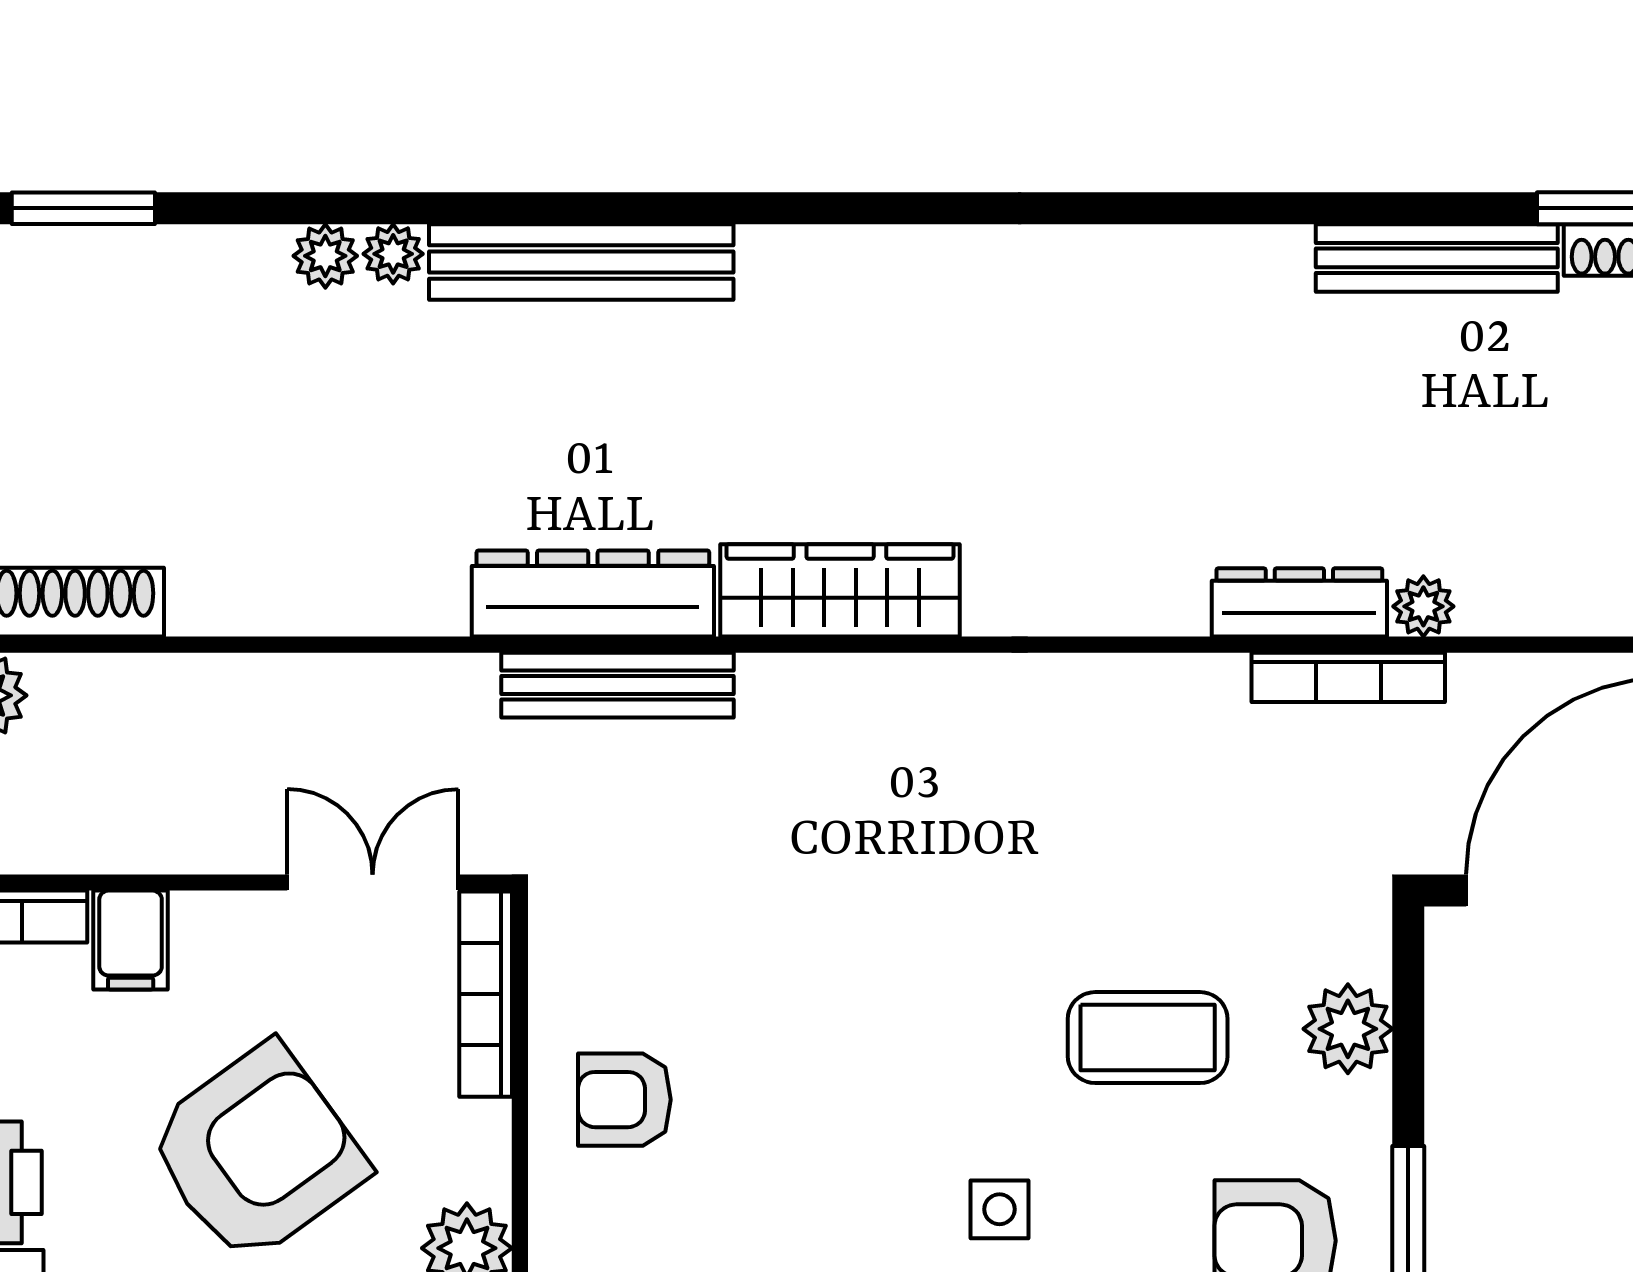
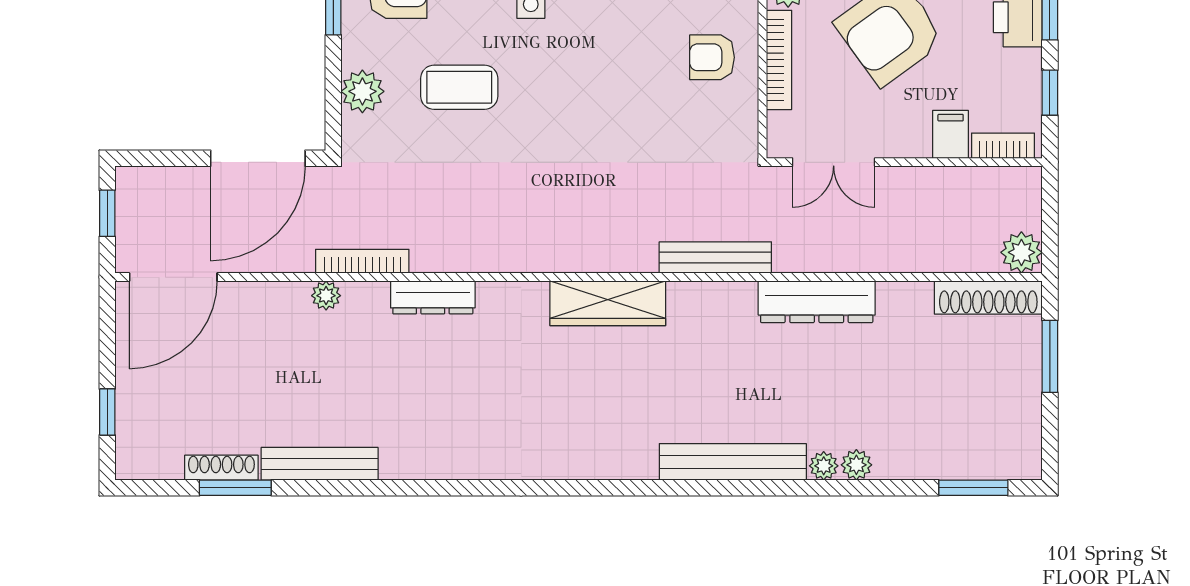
dresser: (593, 593) -> (817, 302), moved
dresser: (1299, 602) -> (433, 297), moved
bookcase: (486, 994) -> (779, 60), moved
armchair: (624, 1100) -> (712, 57), turned 180

